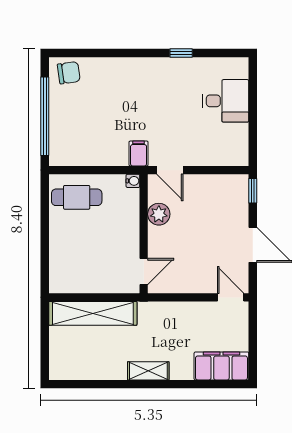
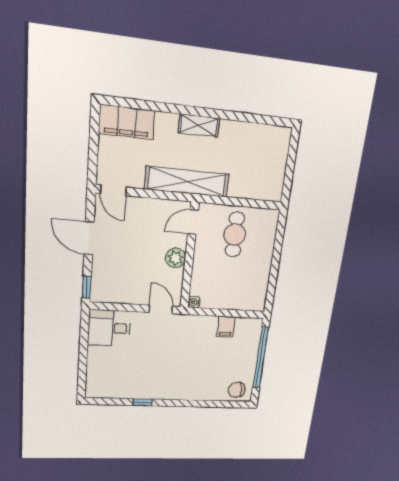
desk: (226, 101) -> (109, 328), moved
filing cabinet: (139, 153) -> (226, 327), moved
cafe table: (77, 197) -> (235, 234), moved, turned 90
plant: (159, 214) -> (176, 258), moved
shelving: (93, 313) -> (187, 182), moved

